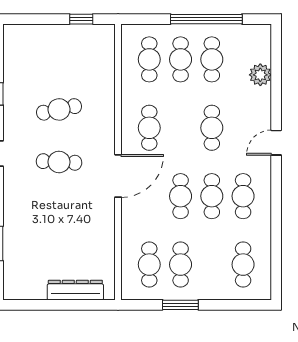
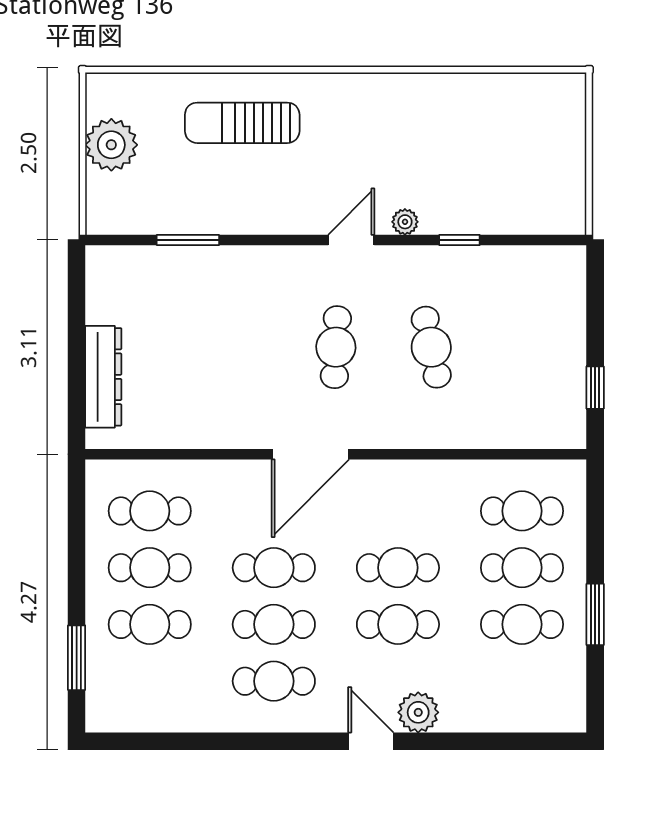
window: (206, 19) -> (595, 614), width x0.47
plant: (260, 75) -> (418, 712), moved
cafe table: (149, 128) -> (398, 568), moved
door: (118, 176) -> (310, 454), hinge flipped
cafe table: (243, 265) -> (150, 624), moved
window: (180, 305) -> (77, 658), moved

